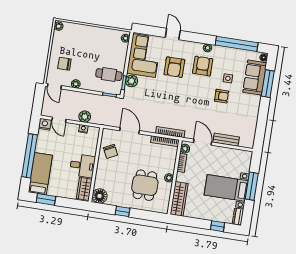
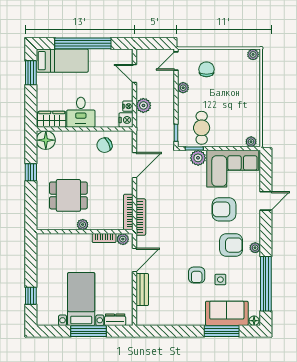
door: (59, 120) -> (134, 73), hinge flipped
nightstand: (45, 124) -> (126, 120), moved
wardrobe: (179, 199) -> (58, 242), removed
dresser: (238, 217) -> (115, 320), moved

